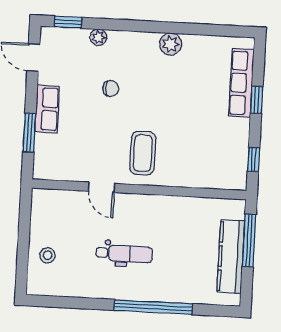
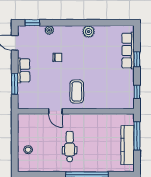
dental chair: (124, 254) -> (70, 147), turned -90

